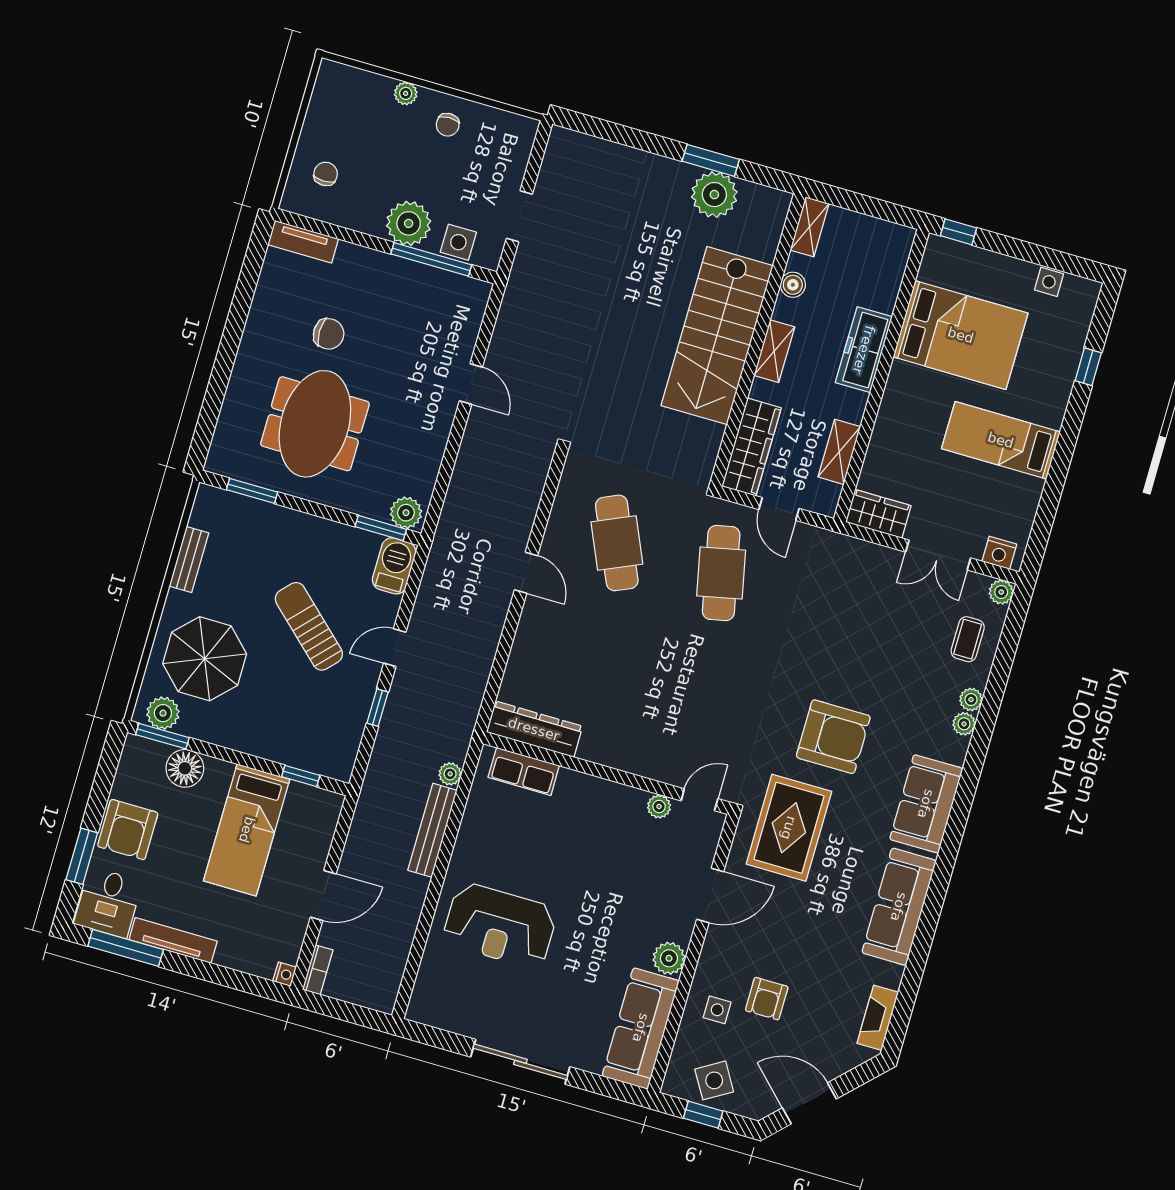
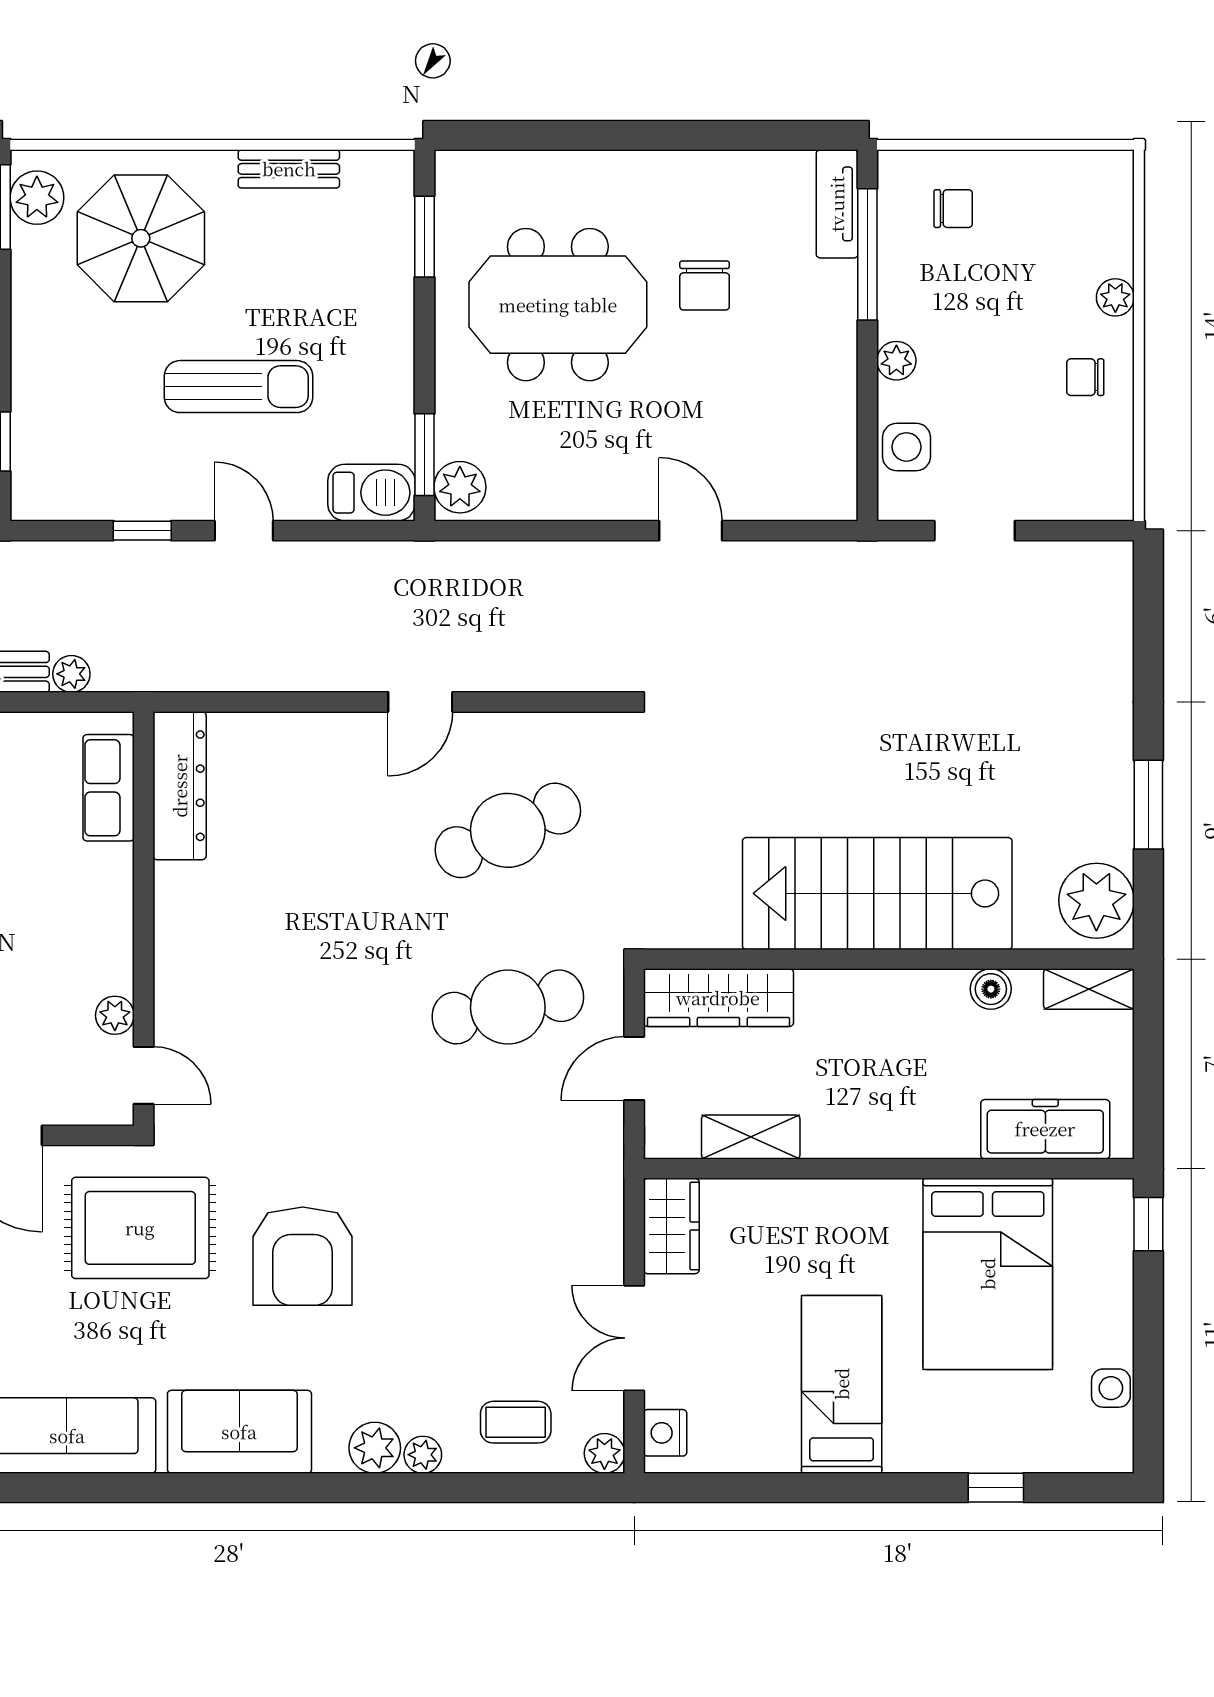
plant: (714, 195) -> (1096, 901), moved
plant: (409, 223) -> (896, 361), width x0.53, depth x0.53
window: (431, 259) -> (867, 254), moved
freezer: (864, 350) -> (1045, 1129), moved
shelving: (774, 351) -> (879, 990), removed
door: (471, 384) -> (691, 531), swing flipped
sun lounger: (309, 626) -> (238, 387), turned 47
plant: (964, 724) -> (375, 1448), width x1.38, depth x1.38

